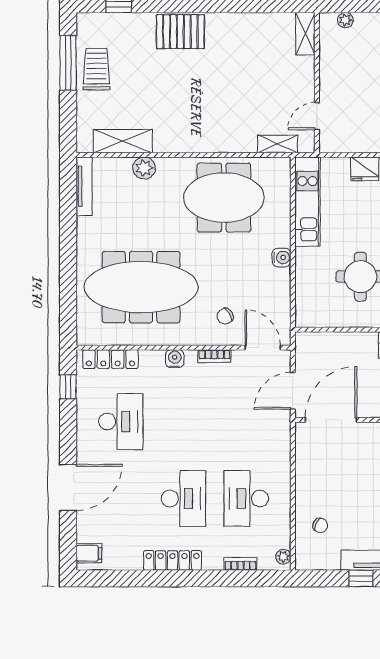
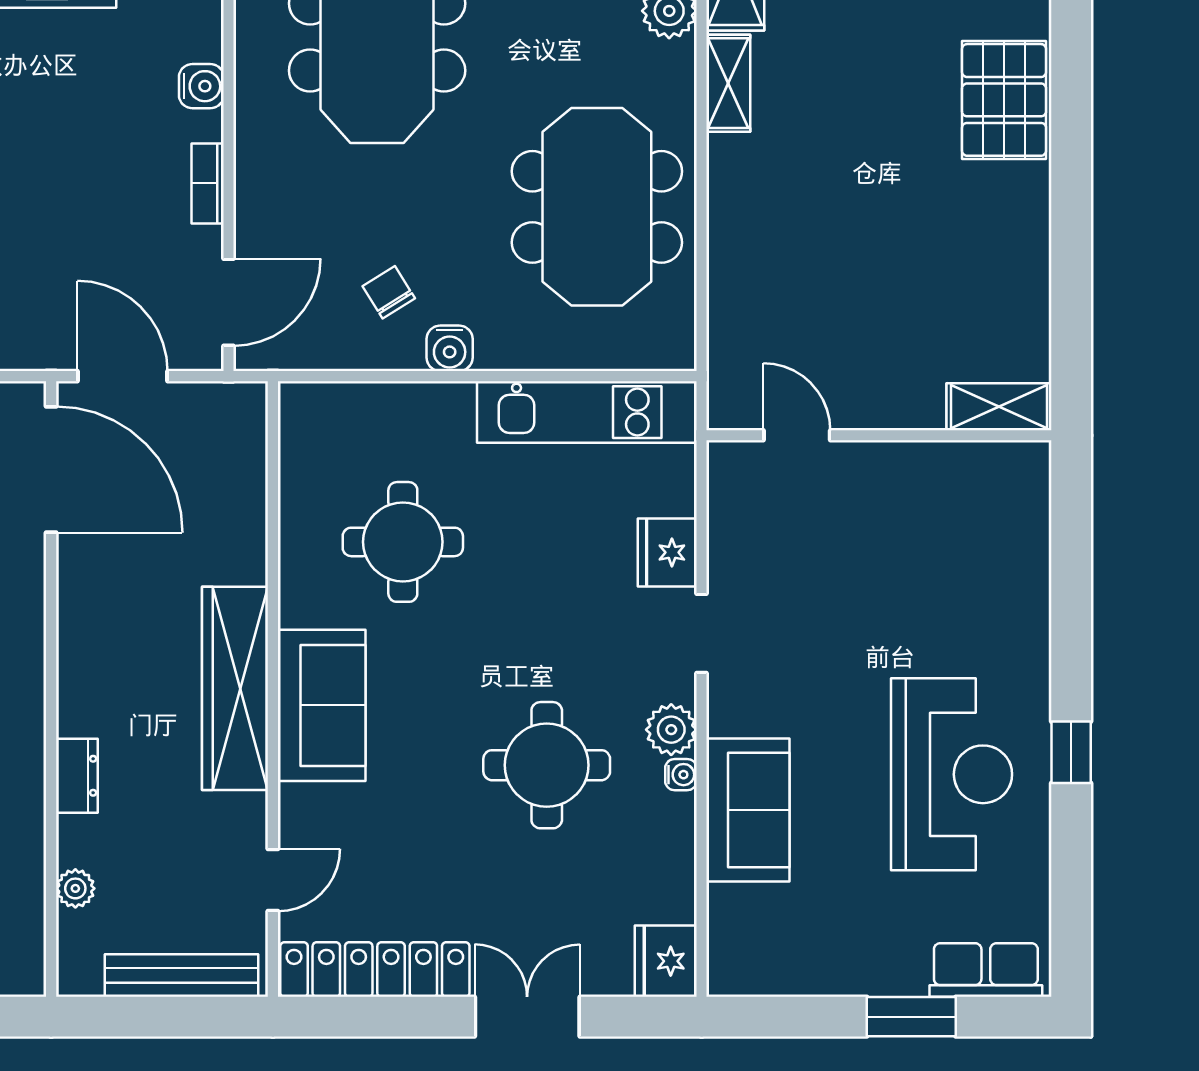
plant: (345, 20) -> (1032, 505), removed
shelving: (278, 144) -> (728, 83), moved
chair: (225, 316) -> (389, 292), moved

